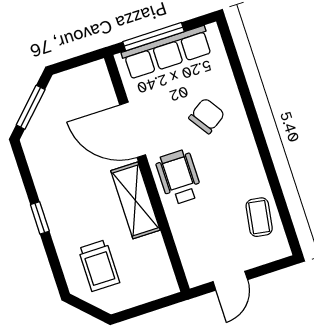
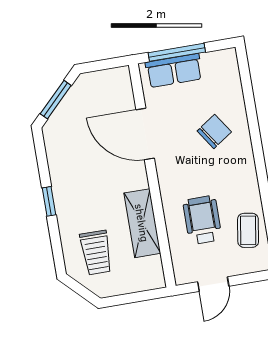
row of seats: (167, 52) -> (174, 71), width x0.68
wheelchair: (179, 177) -> (202, 220), moved
shelving: (135, 200) -> (142, 223), moved

